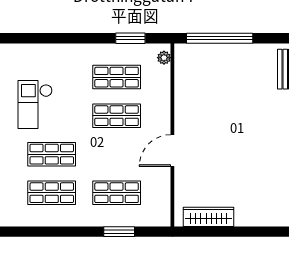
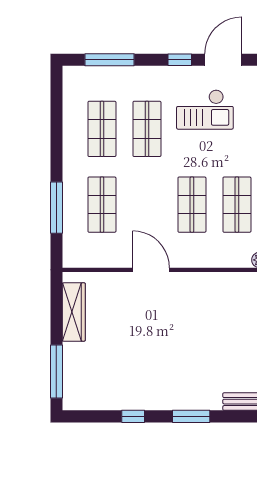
checkout: (35, 105) -> (205, 109), turned 180
window: (119, 232) -> (56, 208), width x1.44
window: (259, 232) -> (56, 371), added

